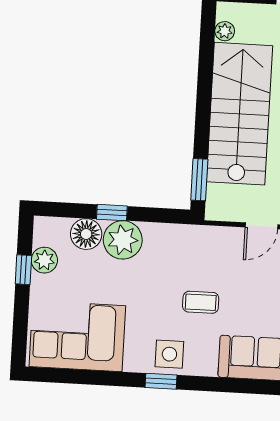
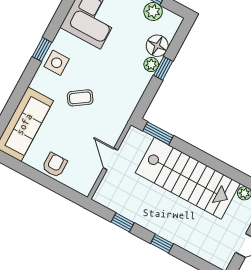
plant: (123, 240) -> (151, 64), width x0.53, depth x0.53
coffee table: (201, 302) -> (80, 98), turned 56

